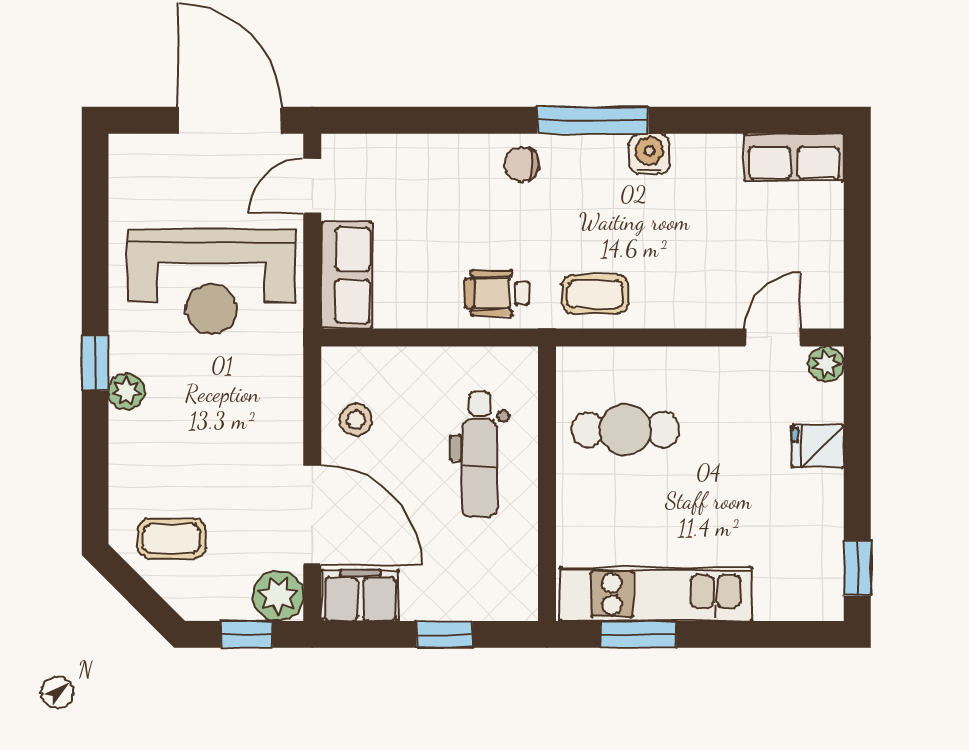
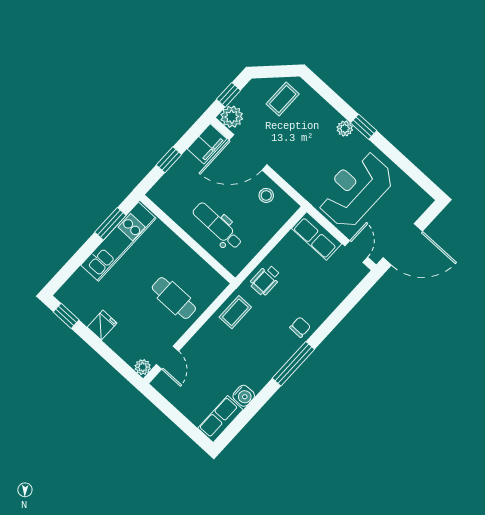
water cooler: (649, 154) -> (244, 396), moved
wheelchair: (497, 293) -> (265, 280), turned 180
cafe table: (625, 429) -> (174, 298), moved, turned 90
fridge: (818, 446) -> (102, 325), moved

